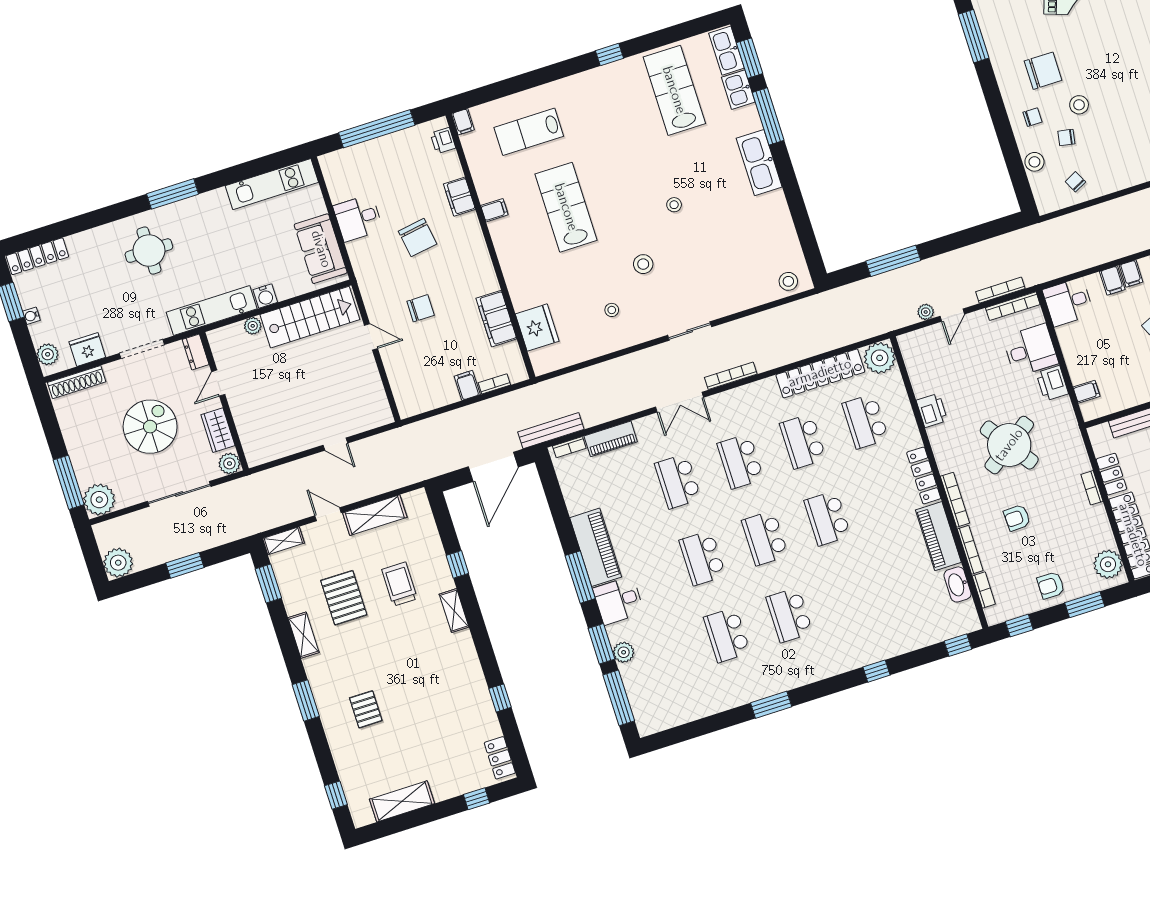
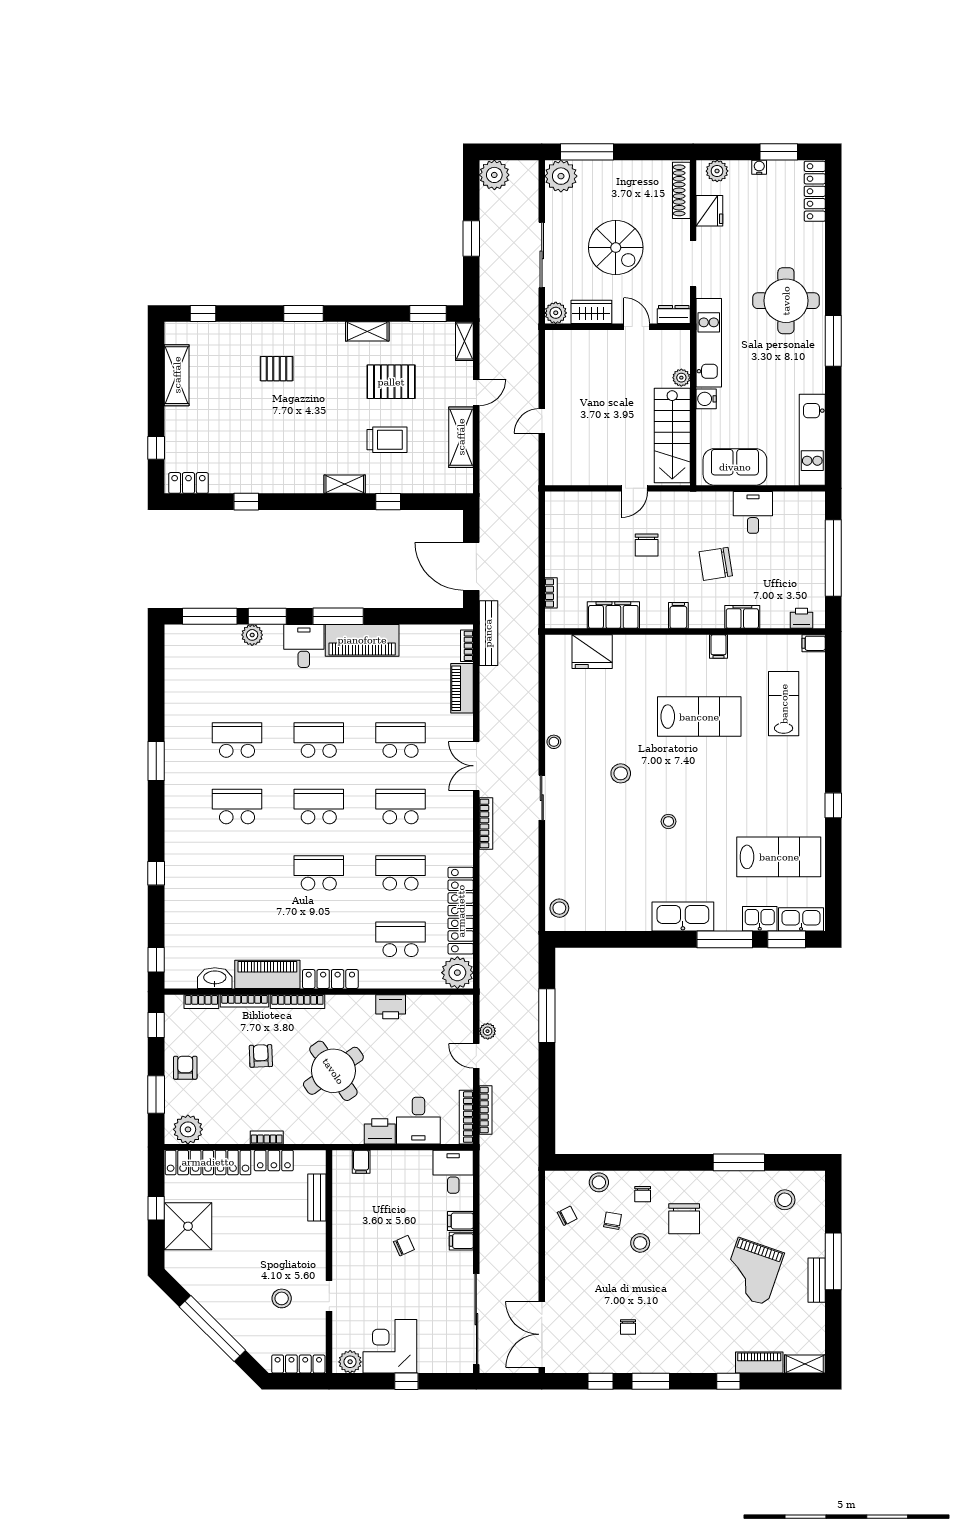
round table: (149, 251) -> (786, 301), width x1.36, depth x1.36
stool: (612, 310) -> (554, 742), moved
filing cabinet: (467, 385) -> (678, 615), moved, turned -90

